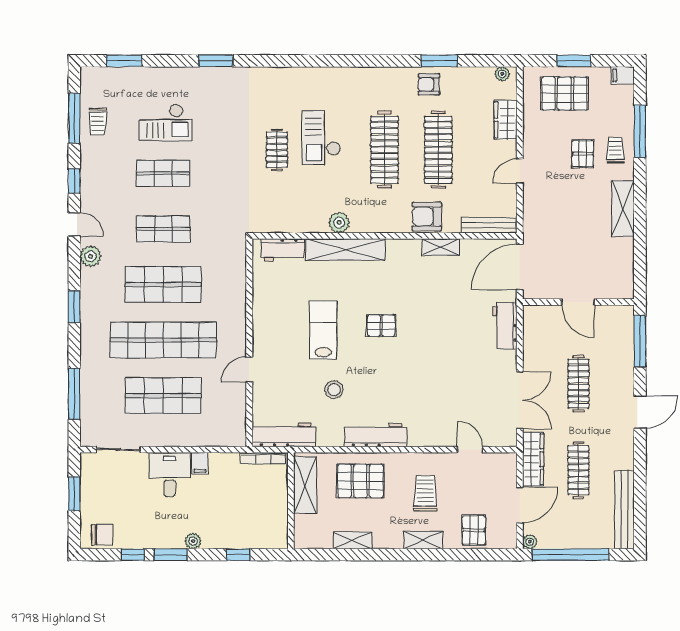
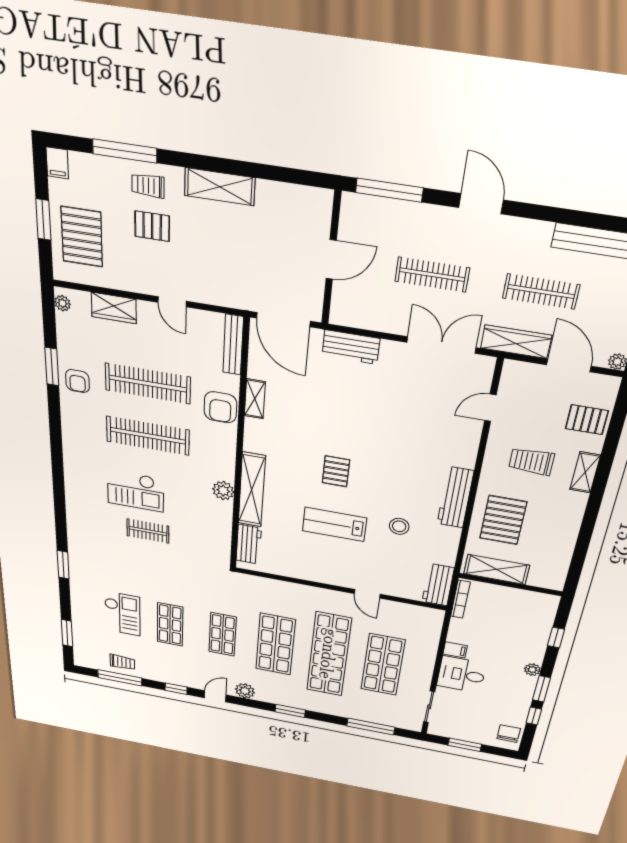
workbench: (284, 435) -> (438, 585), width x0.73
shelving: (352, 540) -> (567, 539), removed

